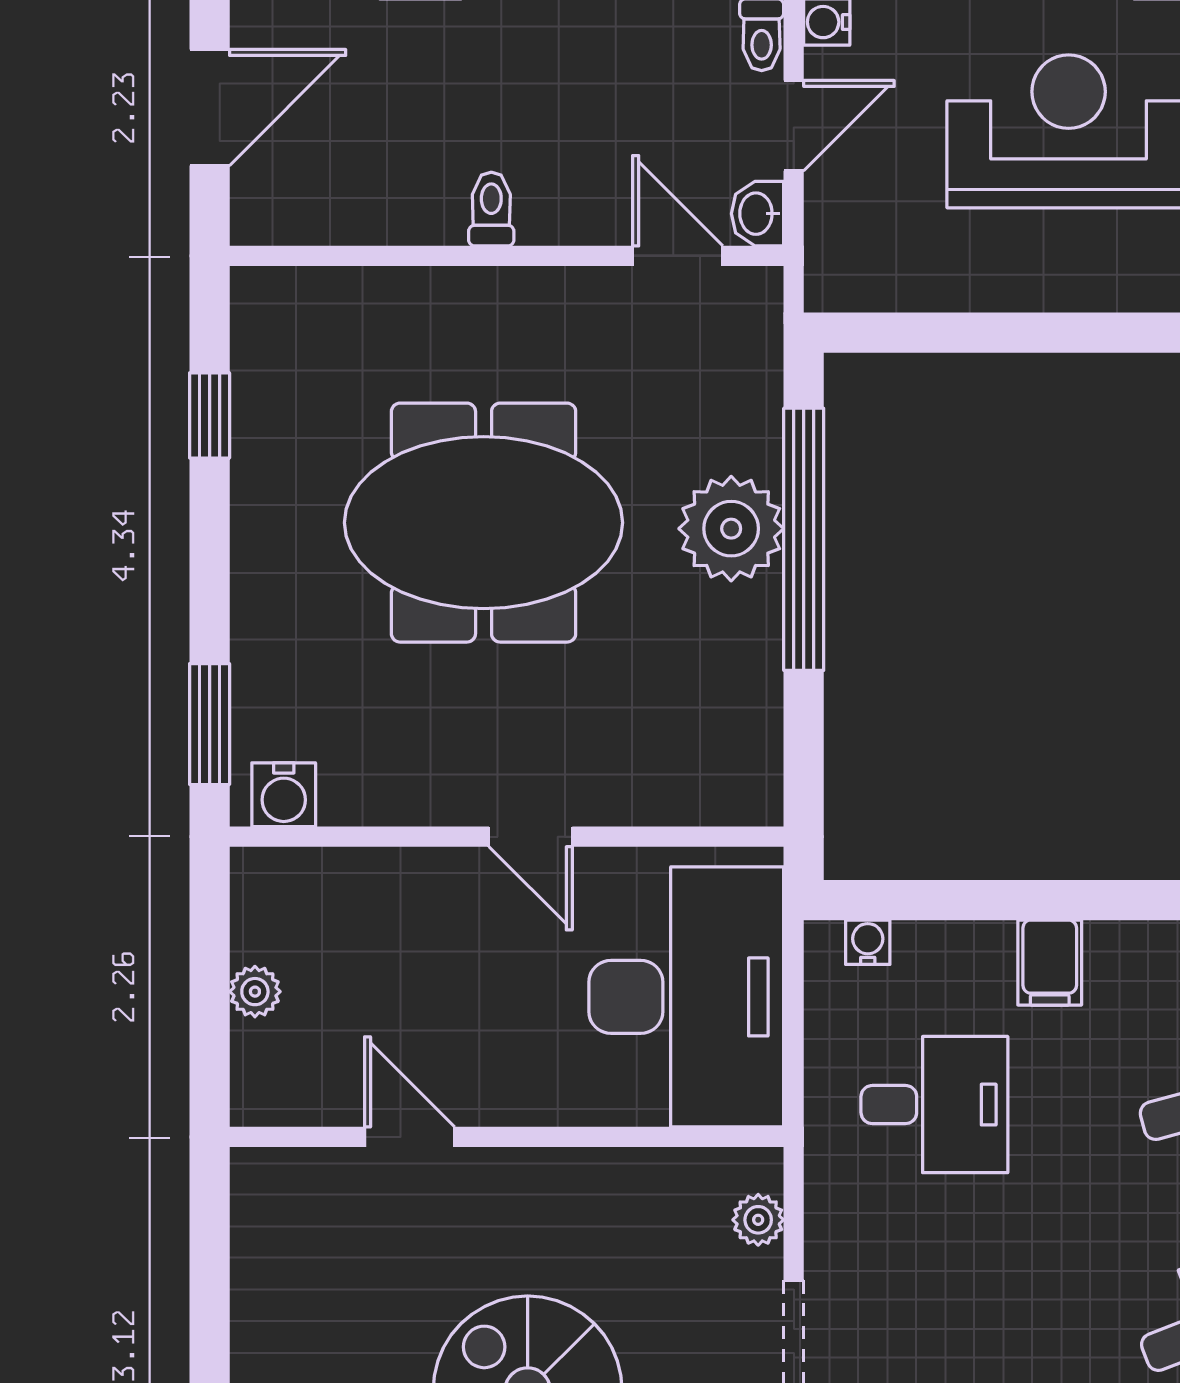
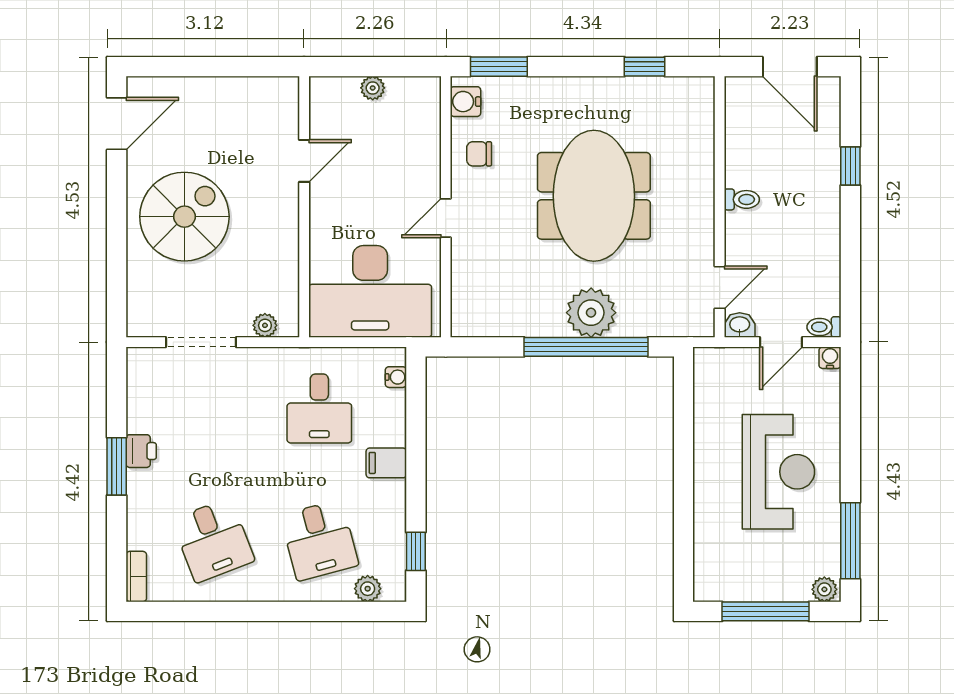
door: (794, 126) -> (781, 342), hinge flipped
chair: (395, 766) -> (479, 154), added

